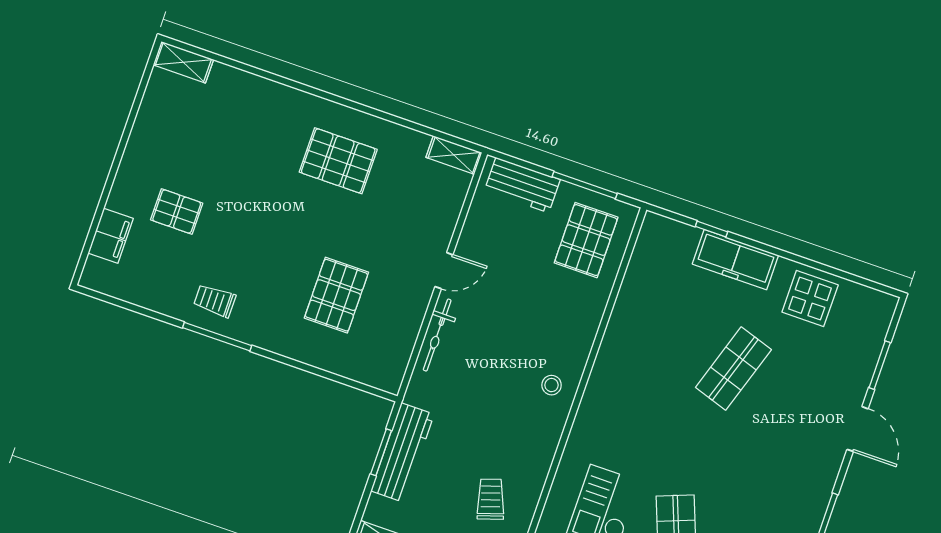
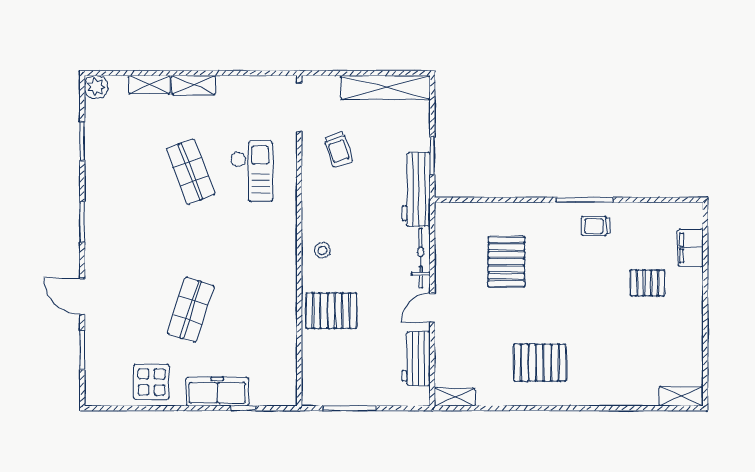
workbench: (522, 185) -> (416, 358), moved, turned -90
pallet: (586, 240) -> (331, 311), moved, turned 90
trolley: (215, 301) -> (596, 226), turned 180
workbench: (402, 453) -> (416, 189), moved

